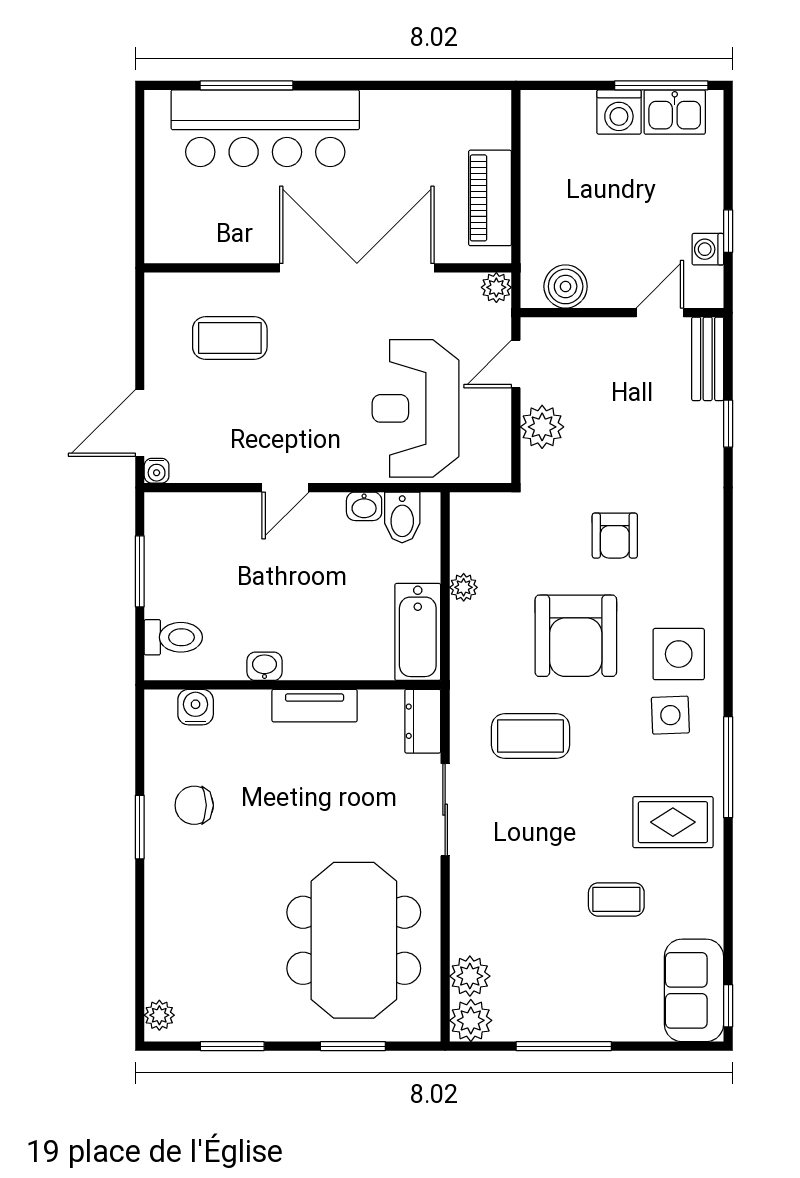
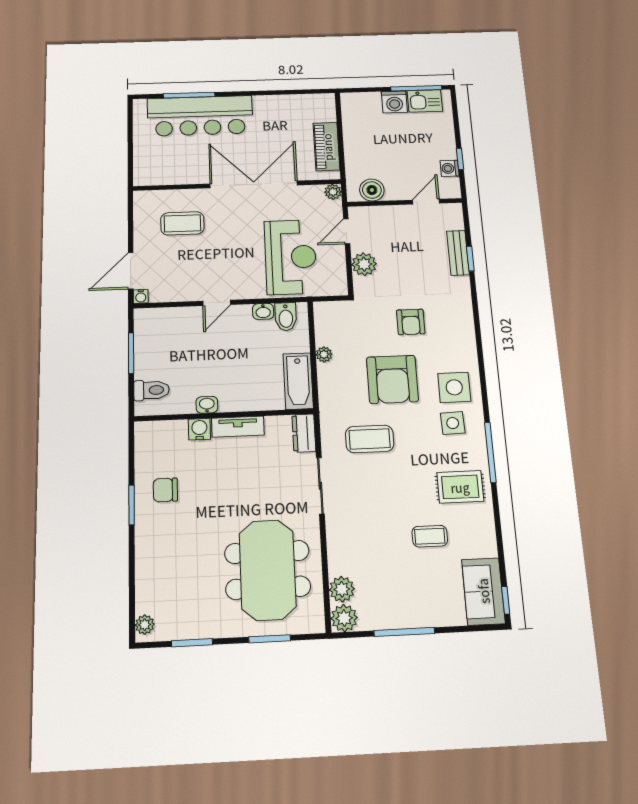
bench: (708, 359) -> (458, 253), moved
reception desk: (416, 408) -> (291, 257), turned 180
water cooler: (196, 707) -> (199, 429), moved

